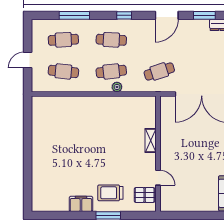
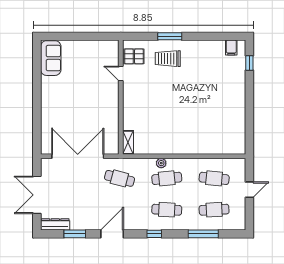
cafe table: (159, 71) -> (119, 178), turned 33
shelving: (151, 140) -> (128, 142), moved
window: (28, 188) -> (249, 63), added
trolley: (110, 193) -> (168, 59), turned 180
filing cabinet: (81, 204) -> (231, 48), moved, width x0.50

